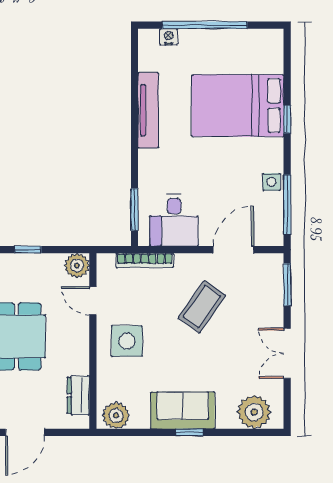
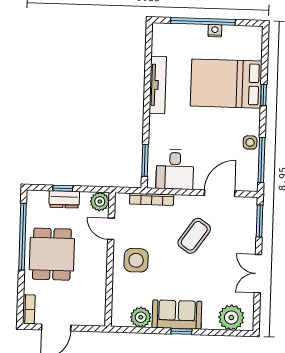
nightstand: (169, 37) -> (215, 31), moved
dresser: (78, 395) -> (64, 199), moved, turned -90
plant: (116, 415) -> (141, 317), moved

